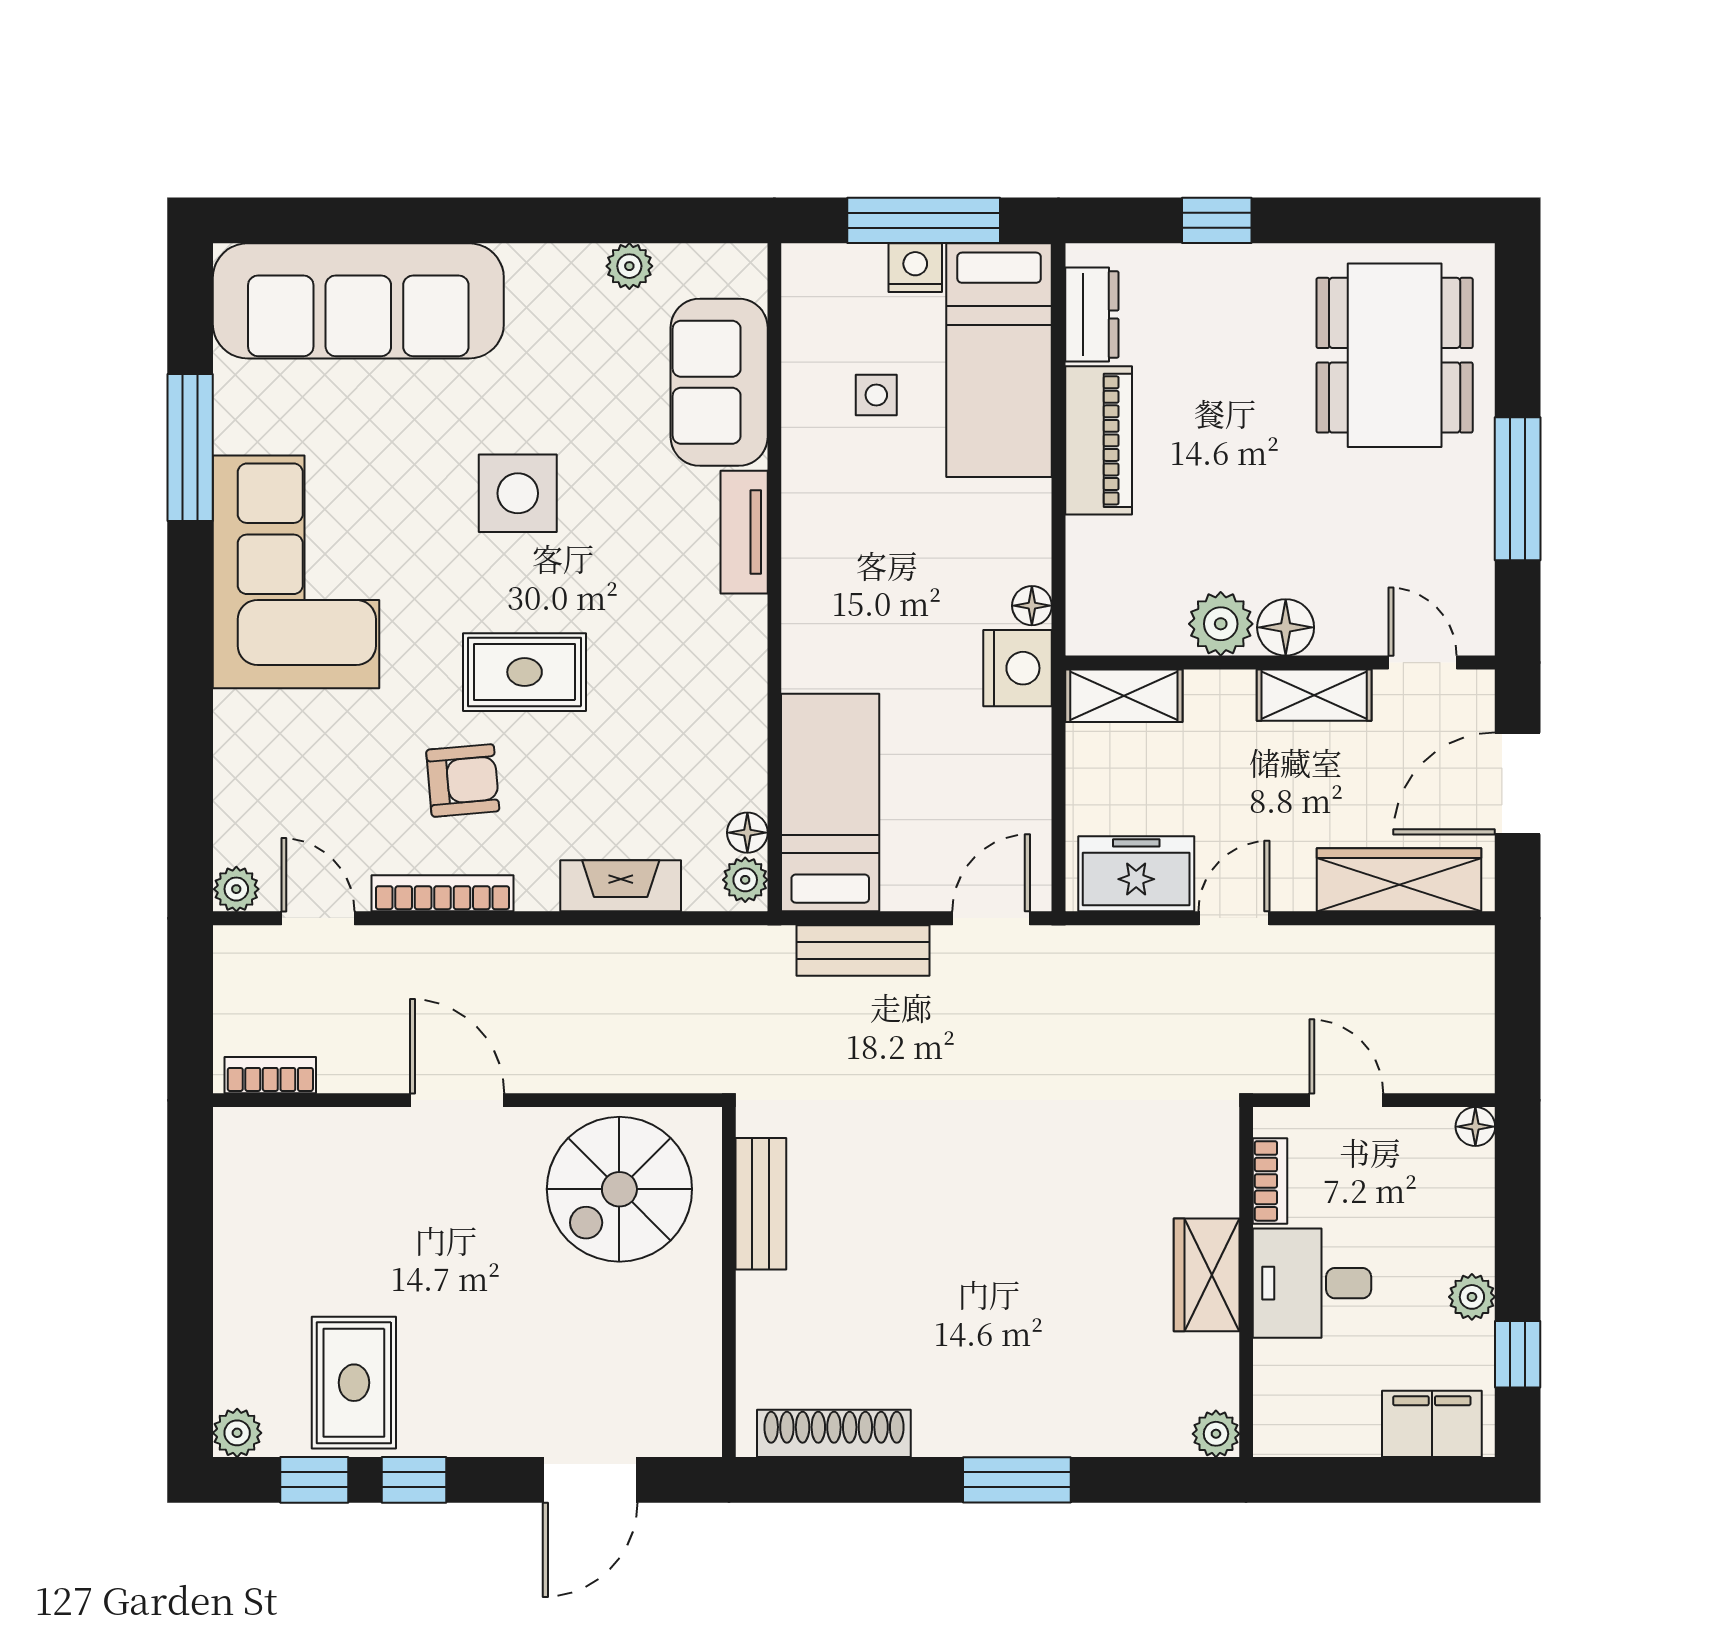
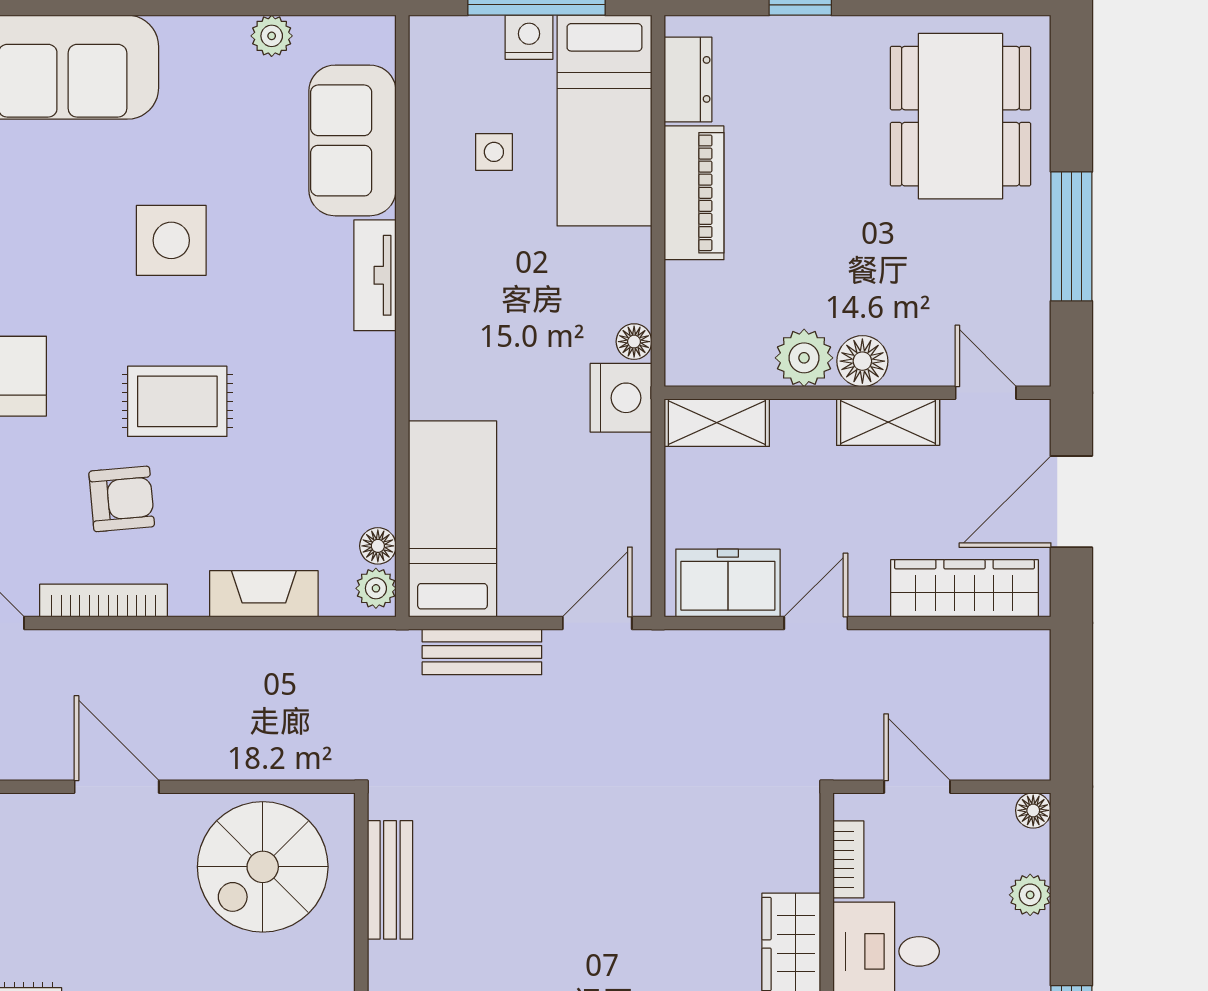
plant: (1472, 1297) -> (1030, 895), moved

